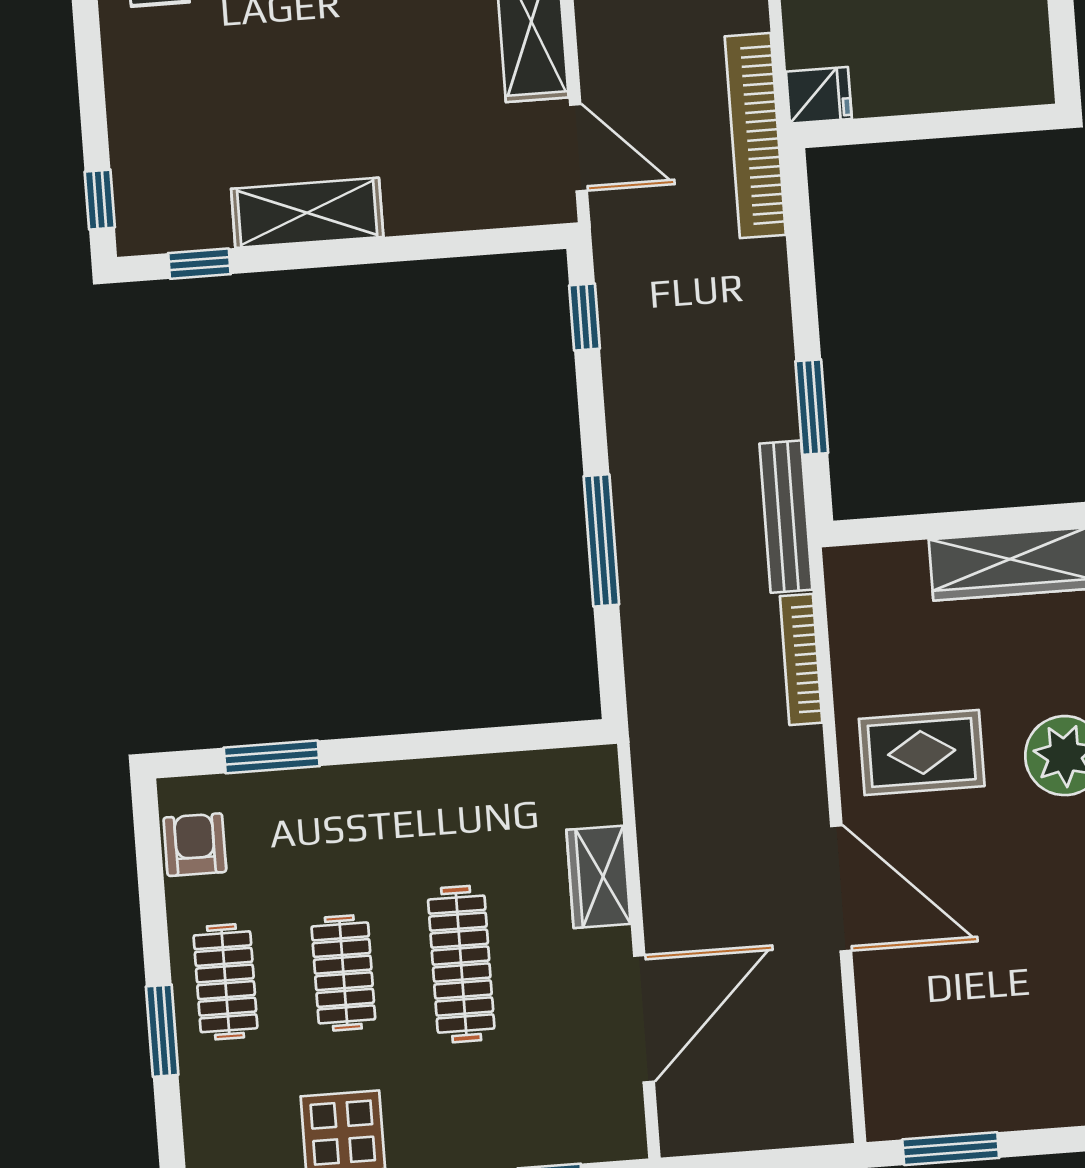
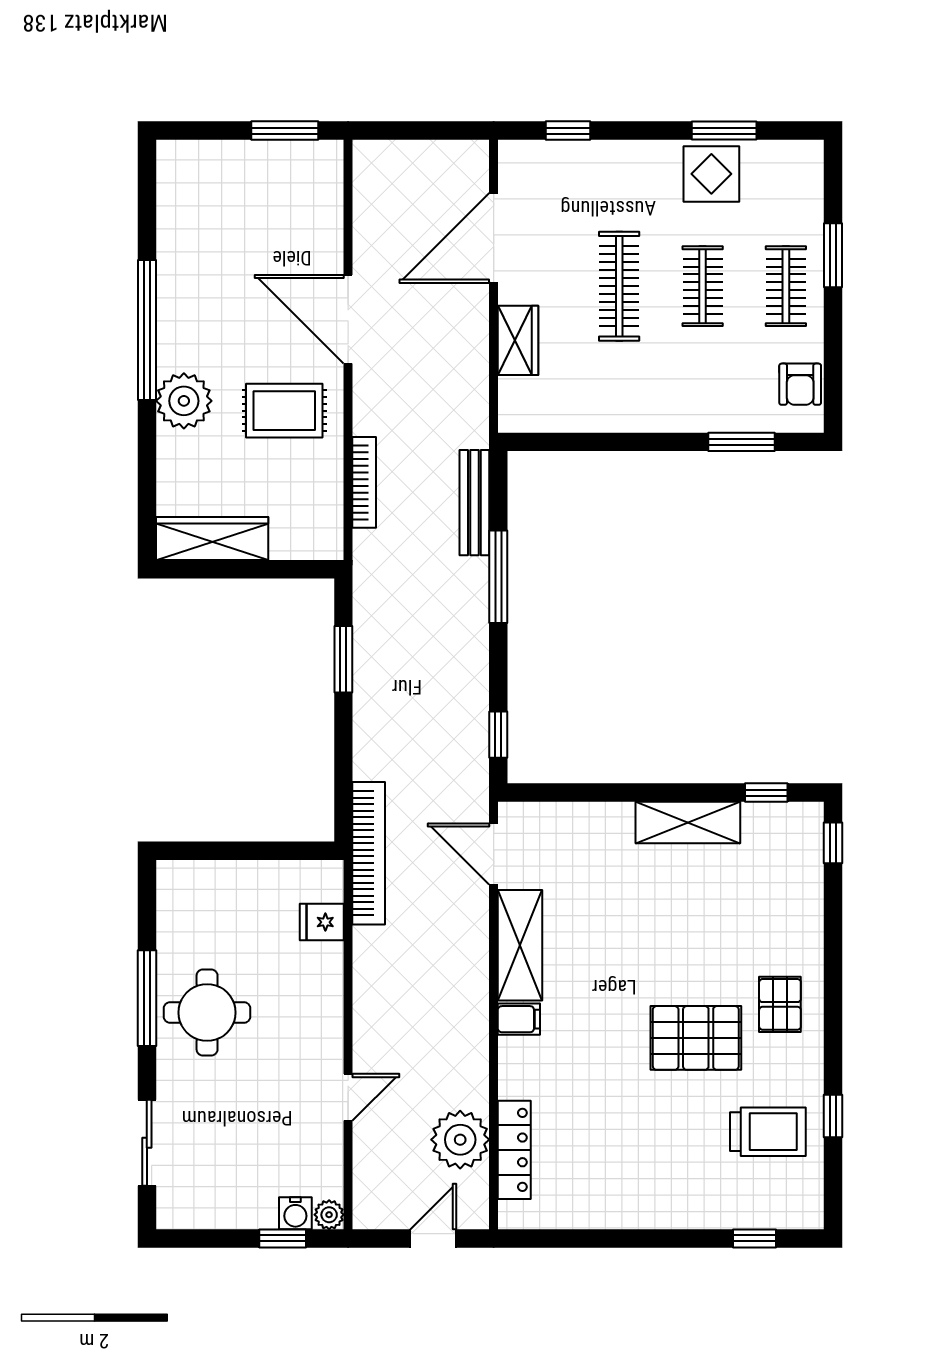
fridge: (819, 95) -> (322, 922), moved
bench: (786, 517) -> (474, 503), moved

